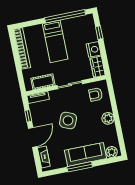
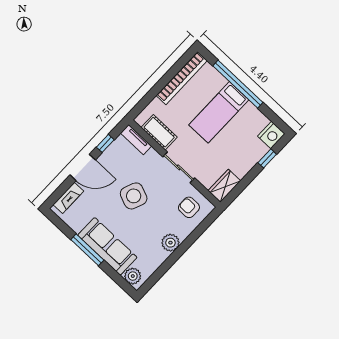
window: (65, 16) -> (238, 84), moved
nightstand: (94, 49) -> (271, 135), moved

